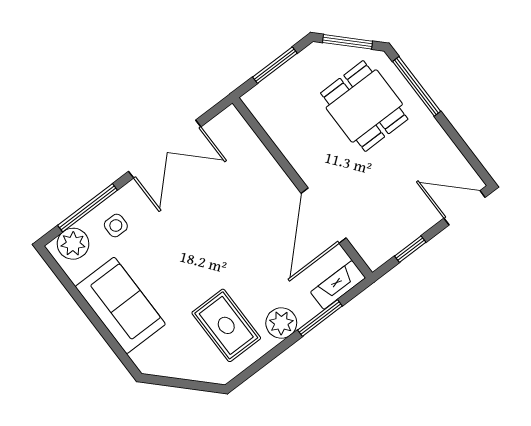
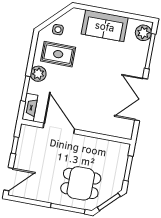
side table: (116, 226) -> (58, 30), moved

